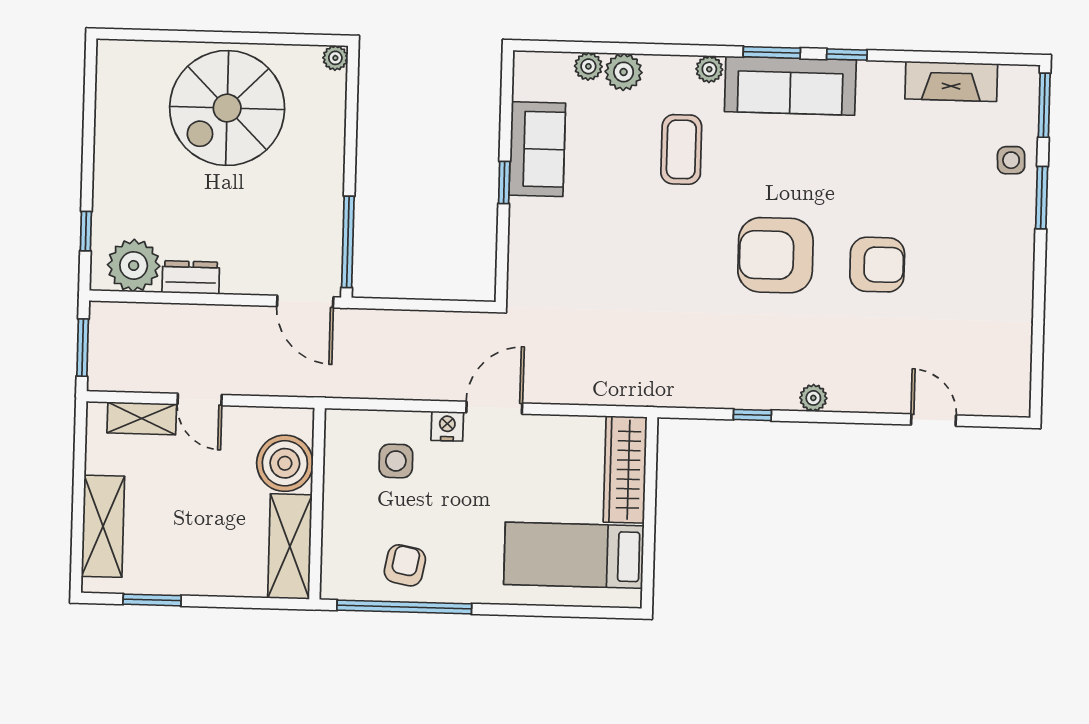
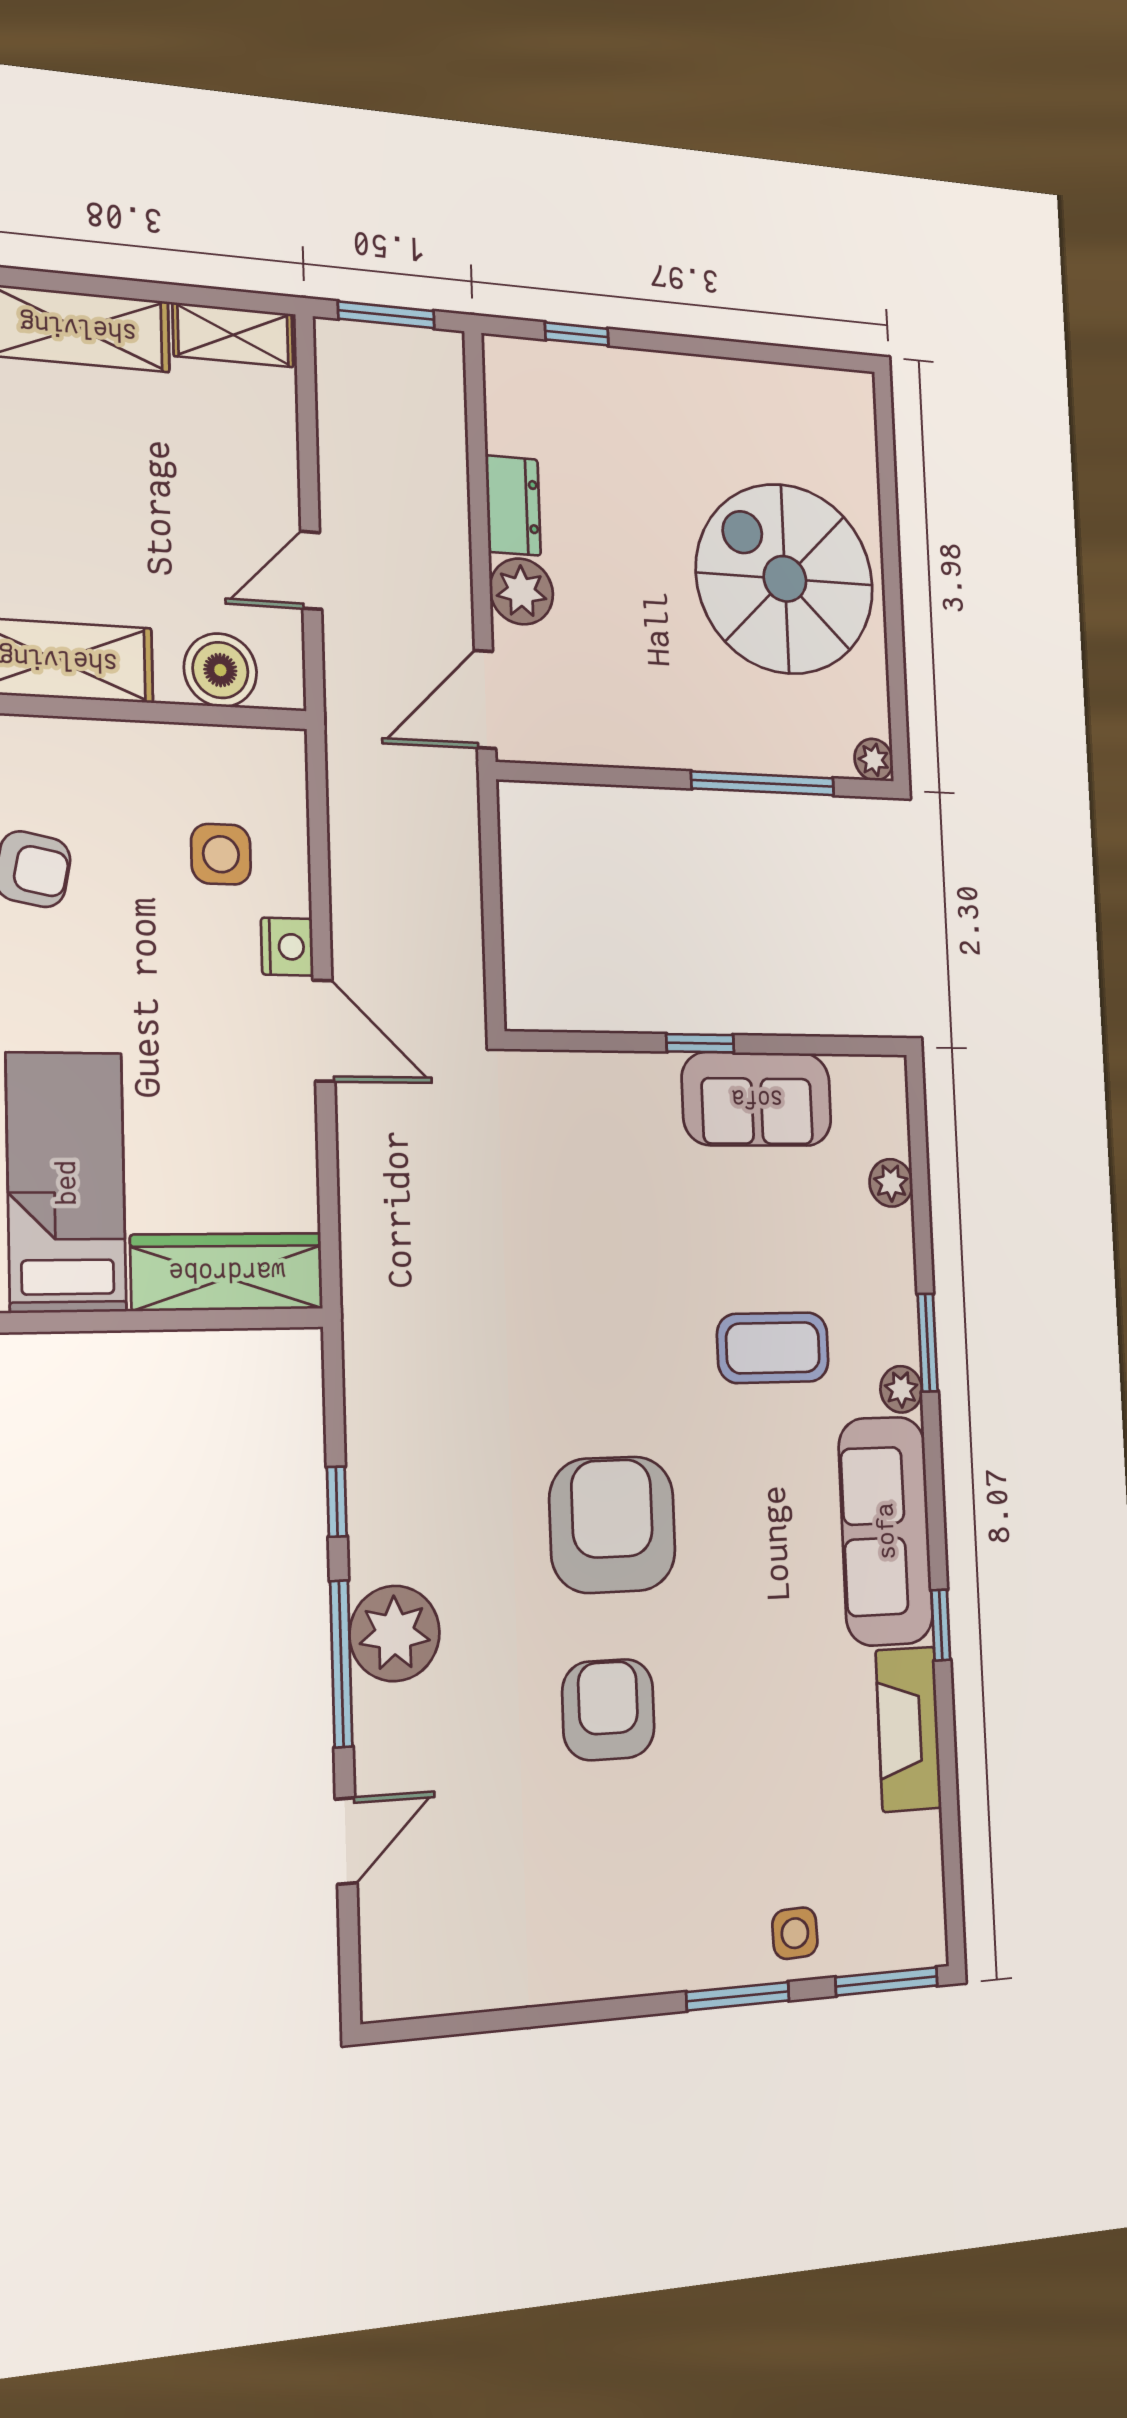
window: (772, 52) -> (928, 1343), moved
plant: (624, 72) -> (887, 1243), removed
fireplace: (951, 81) -> (908, 1729), moved
window: (348, 242) -> (763, 783), moved
plant: (134, 265) -> (521, 591), moved, width x0.73, depth x0.73
armchair: (877, 265) -> (608, 1710), turned 180
plant: (813, 398) -> (395, 1633), width x1.88, depth x1.88
door: (200, 400) -> (311, 570), moved
window: (839, 417) -> (341, 1664), added
shelving: (142, 418) -> (233, 335), moved, turned 90
boiler: (285, 463) -> (220, 670), width x0.73, depth x0.73

